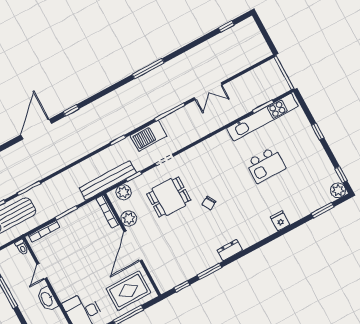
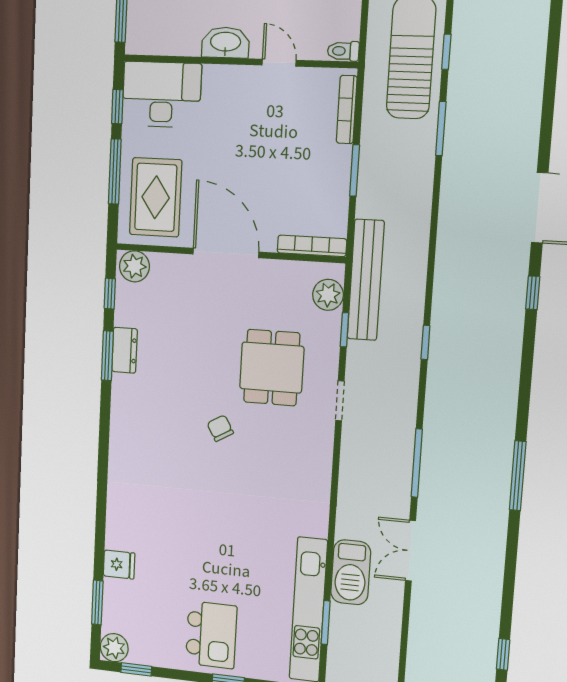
barbecue: (149, 136) -> (351, 572), moved, turned 180
kitchen island: (266, 165) -> (211, 635), moved, turned 180
plant: (129, 219) -> (134, 266), moved
fridge: (280, 221) -> (119, 565), moved
dresser: (230, 250) -> (125, 350), moved

